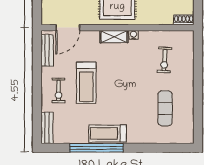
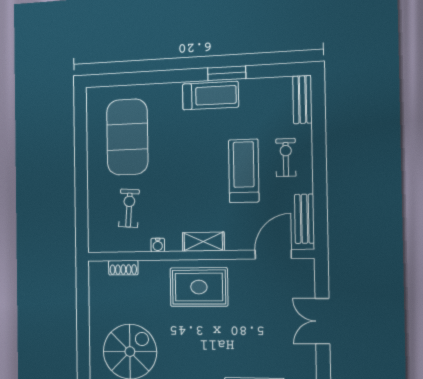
shoe rack: (184, 20) -> (123, 268), moved
water cooler: (133, 35) -> (158, 245), moved
exercise mat: (165, 108) -> (127, 137), width x2.00, depth x1.45
window: (96, 148) -> (227, 73), width x0.47

